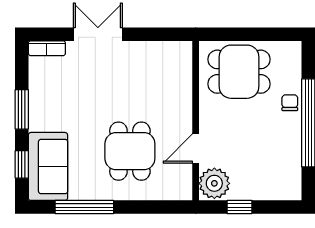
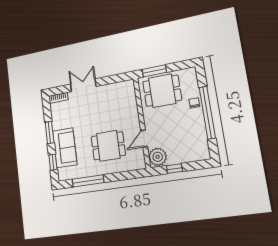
window: (231, 34) -> (154, 71), added
dining table: (130, 151) -> (108, 146), turned 90
sofa: (48, 166) -> (65, 148), moved

